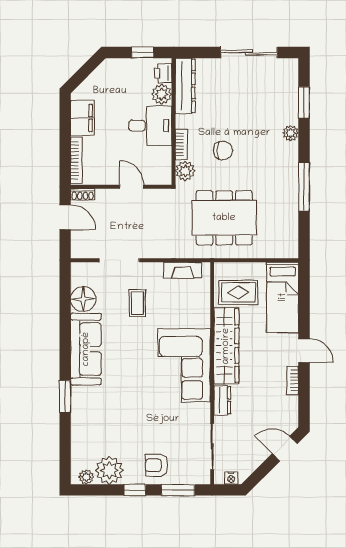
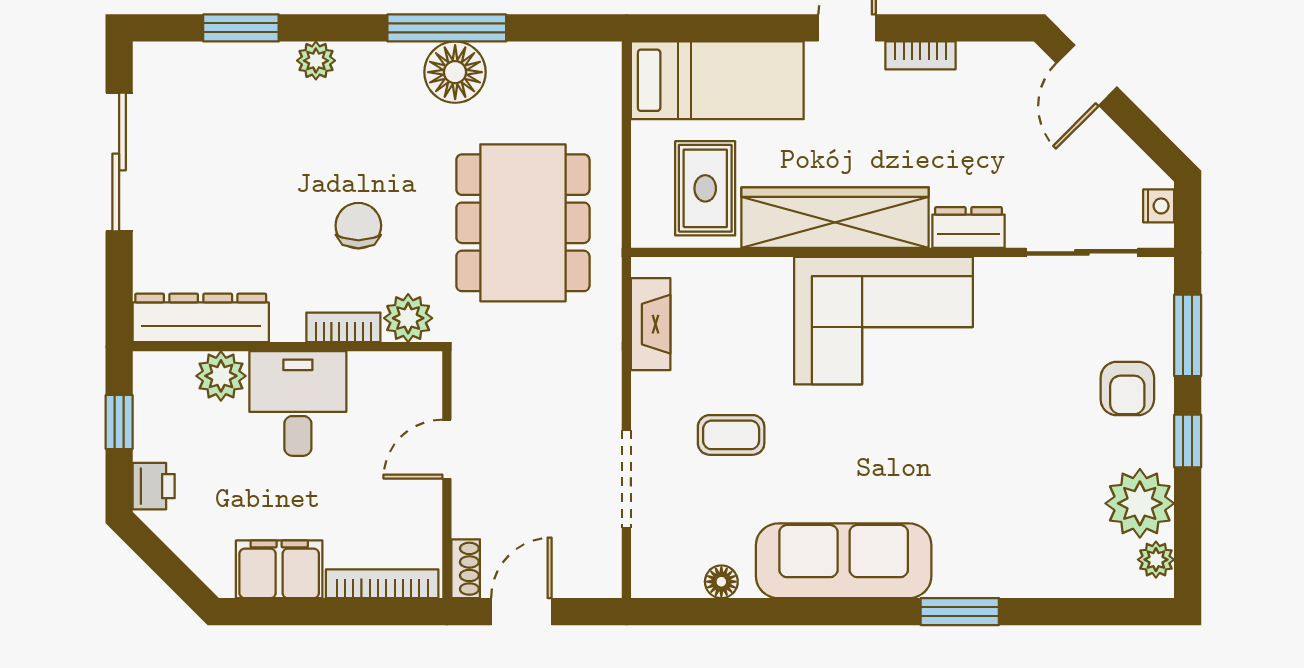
printer: (163, 73) -> (154, 486), moved, turned -90
floor lamp: (286, 190) -> (455, 72), added
floor lamp: (83, 299) -> (721, 582), width x0.53, depth x0.53

